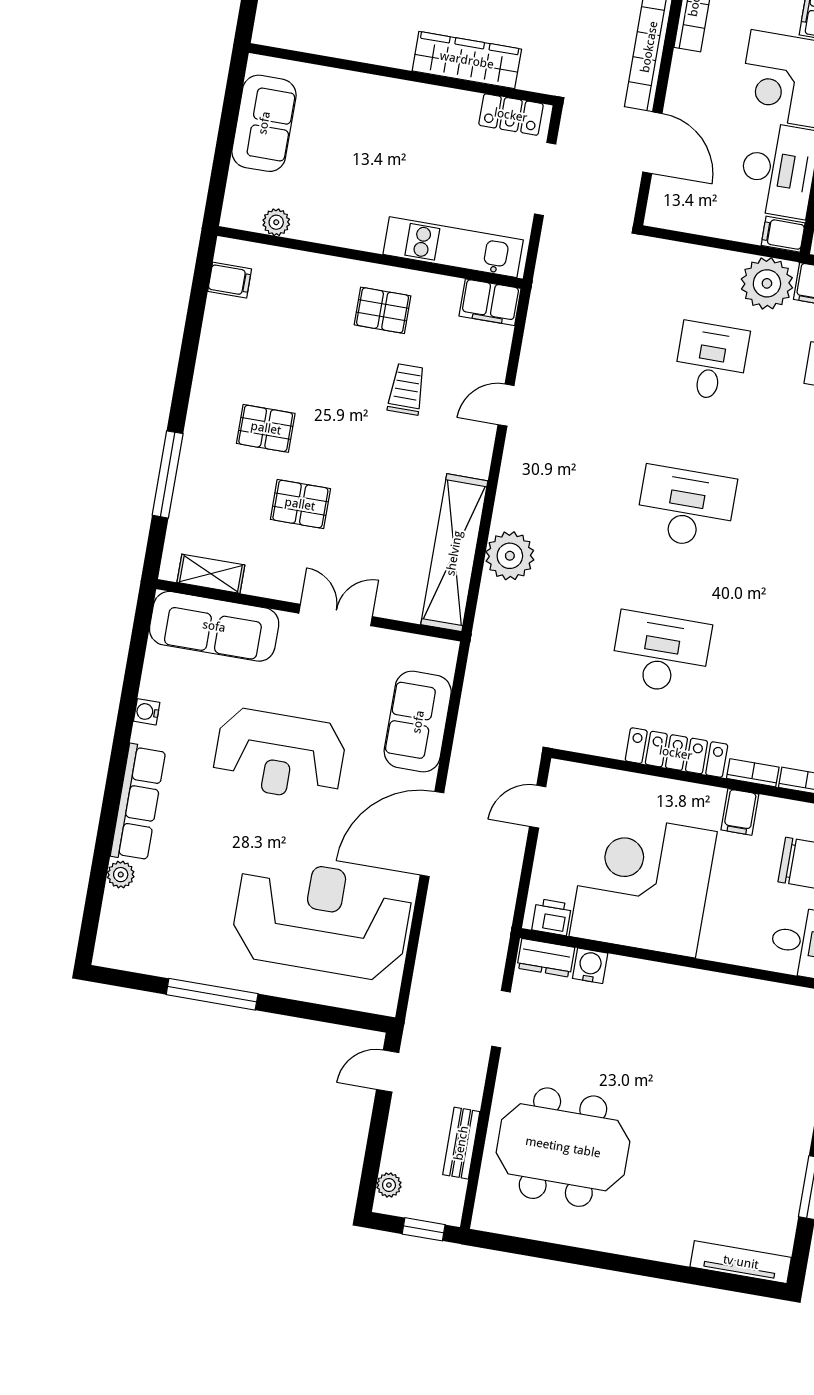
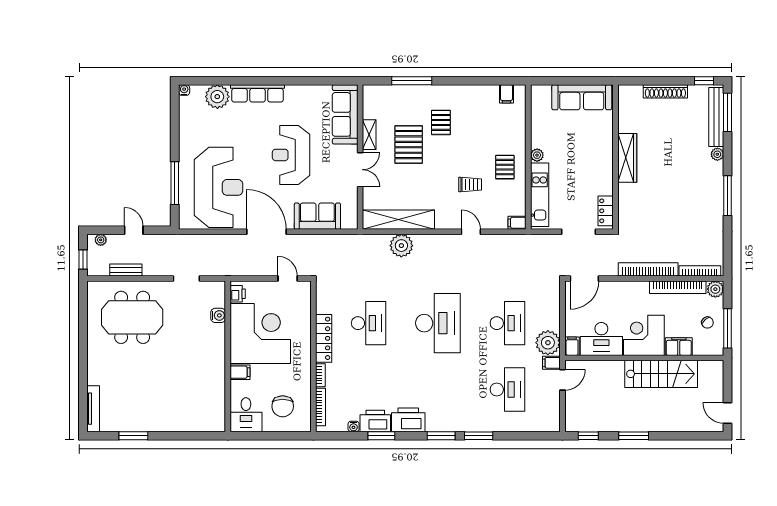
wardrobe: (467, 60) -> (627, 158), moved
sofa: (264, 123) -> (582, 97), width x1.36
door: (652, 143) -> (584, 278), moved
plant: (276, 222) -> (537, 155), moved
filing cabinet: (490, 302) -> (517, 223), width x0.50
desk: (711, 361) -> (507, 323), width x1.37
pallet: (300, 504) -> (409, 145), width x1.50, depth x1.42
desk: (686, 507) -> (438, 323), width x1.36, depth x1.30
shelving: (211, 574) -> (369, 135), moved
water cooler: (147, 712) -> (184, 90), moved
filing cabinet: (740, 812) -> (240, 372), moved, turned 180
plant: (121, 875) -> (217, 97), width x1.87, depth x1.87
dresser: (546, 958) -> (218, 294), removed
window: (212, 994) -> (175, 183), moved
door: (388, 1071) -> (134, 230), moved
meeting table: (563, 1147) -> (132, 317), turned 90

